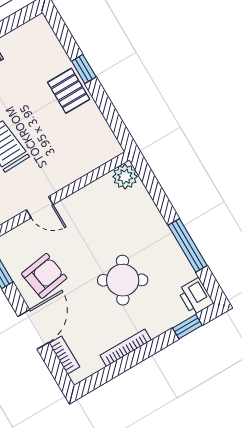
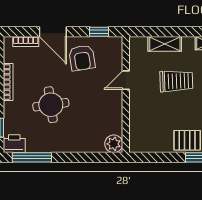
window: (188, 245) -> (32, 157), moved
round table: (123, 280) -> (51, 105), turned -38

